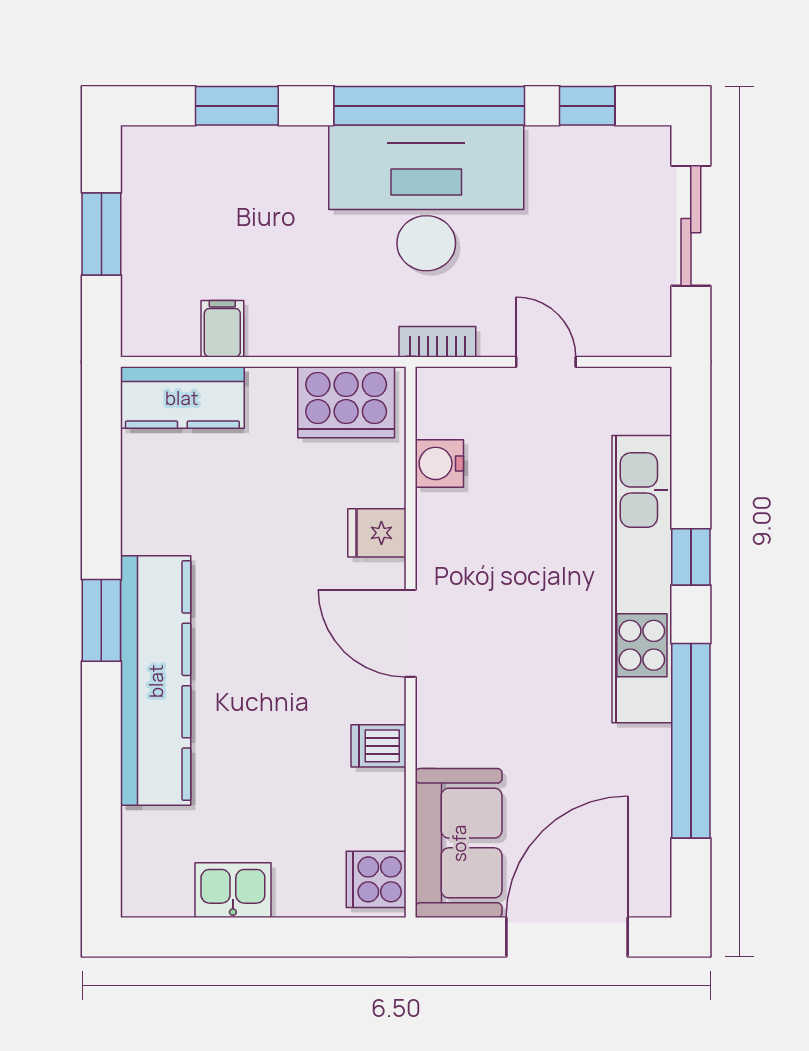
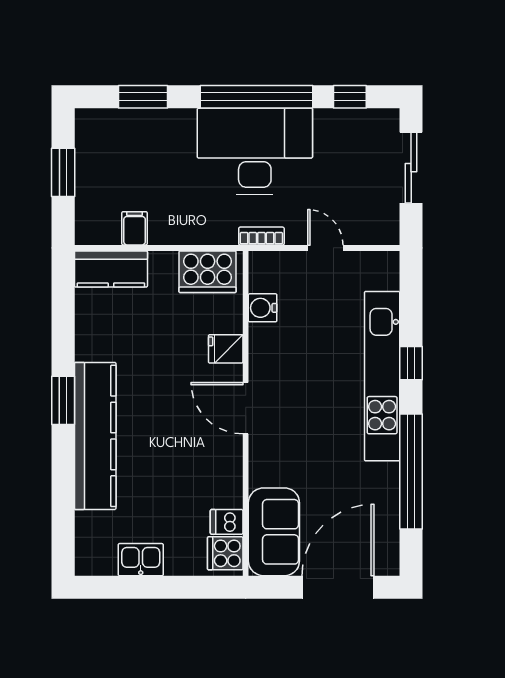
dishwasher: (378, 746) -> (227, 522), moved

